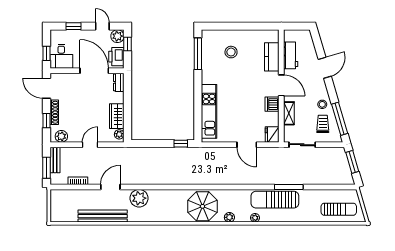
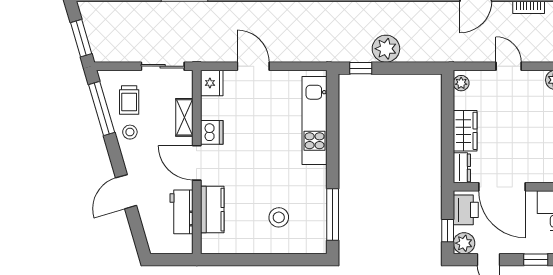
wardrobe: (117, 116) -> (465, 131), moved
door: (90, 145) -> (509, 66), swing flipped
plant: (165, 155) -> (386, 49), added

